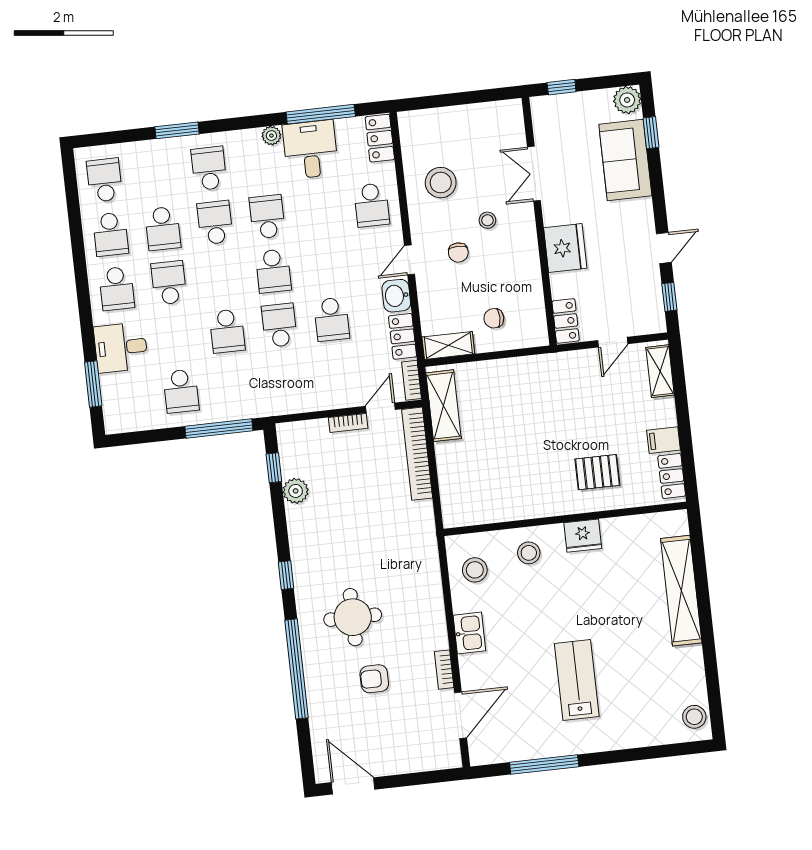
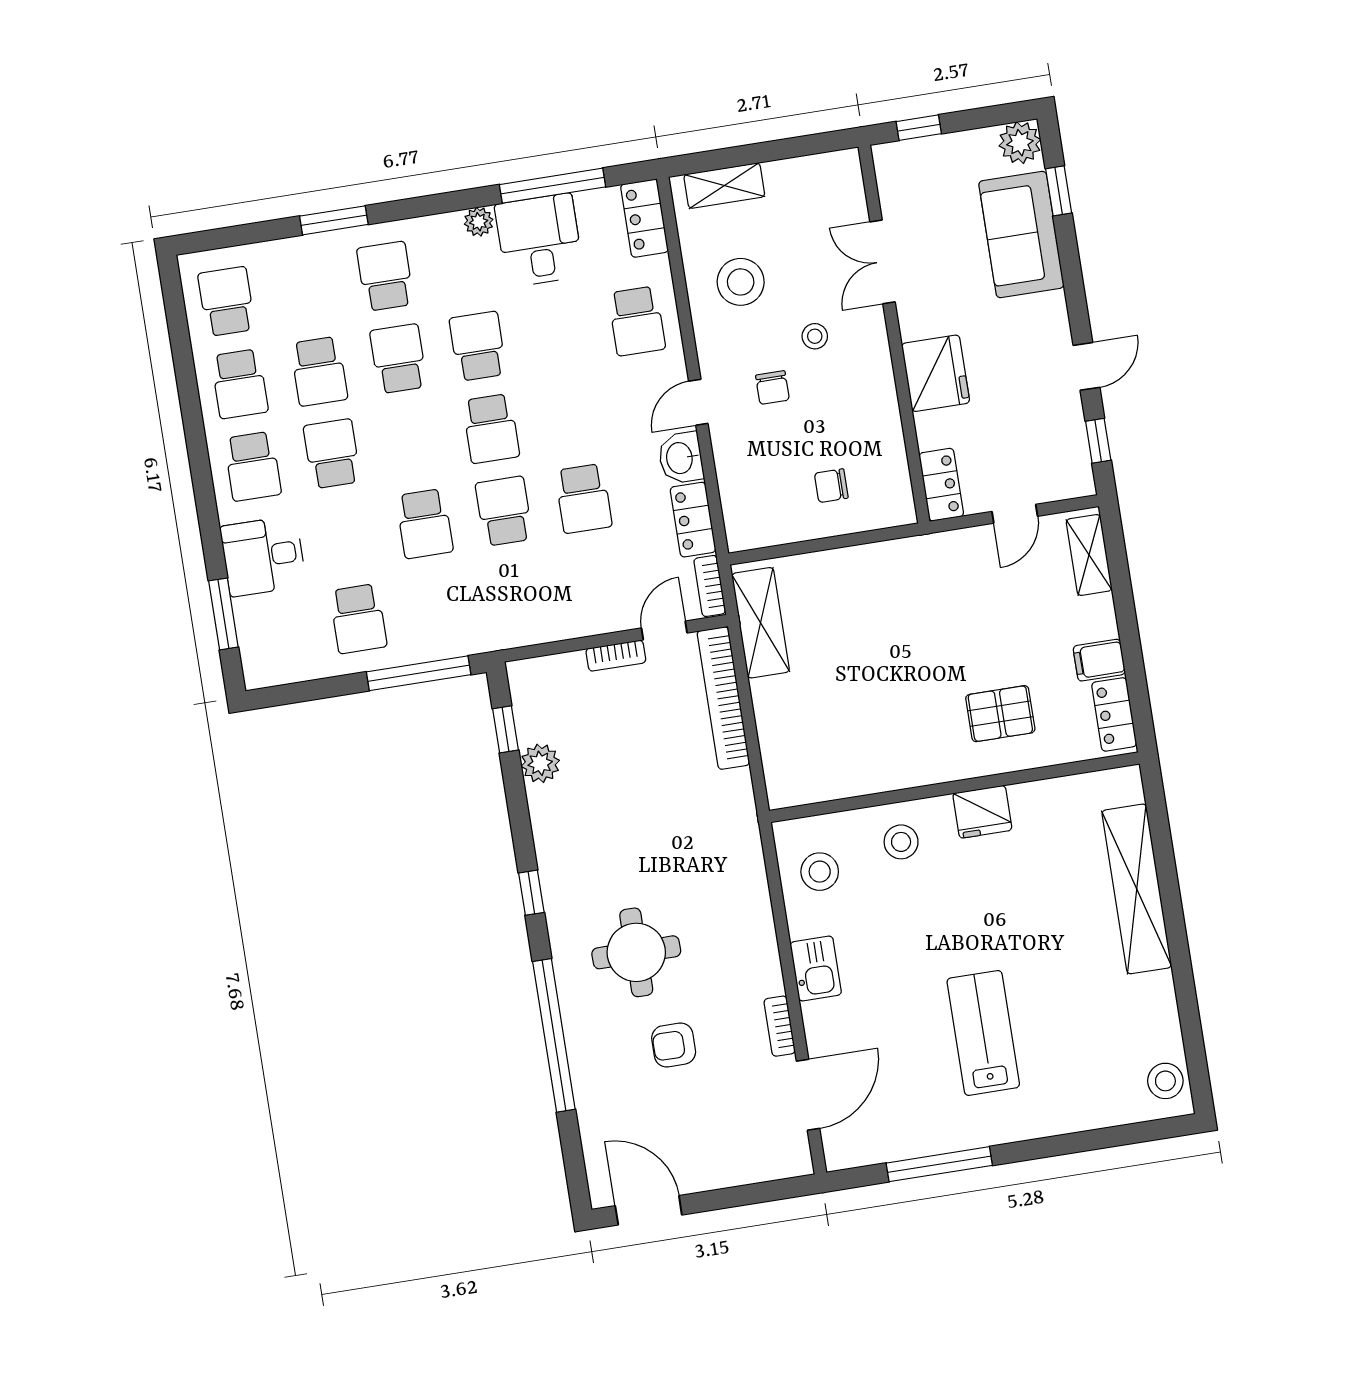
shelving: (448, 345) -> (724, 186), moved

